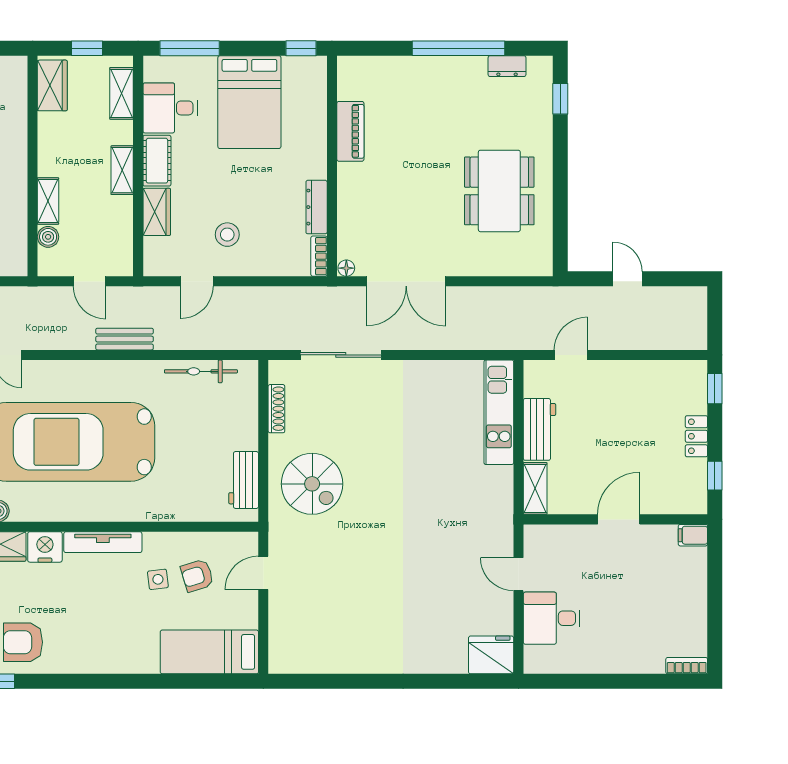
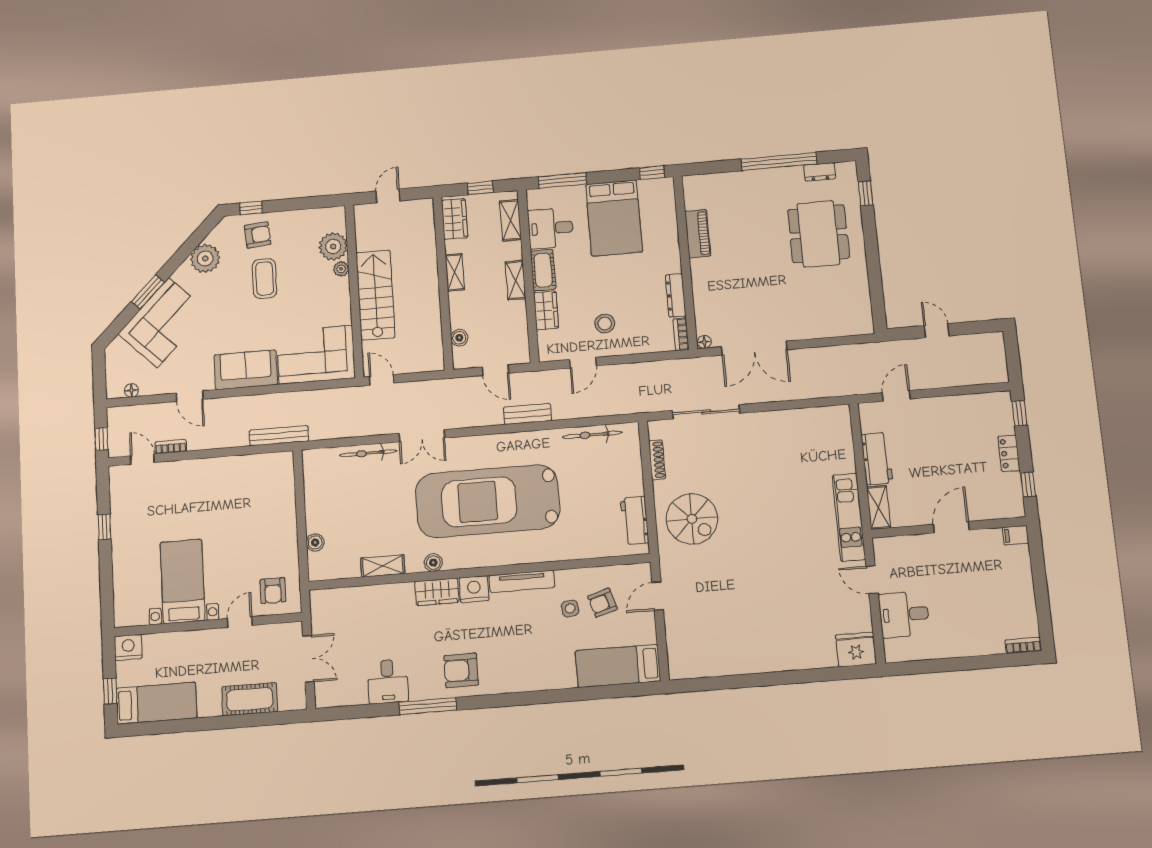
dining table: (499, 191) -> (818, 234), moved
shelving: (48, 201) -> (455, 272), moved
kitchen unit: (499, 412) -> (849, 517), moved

